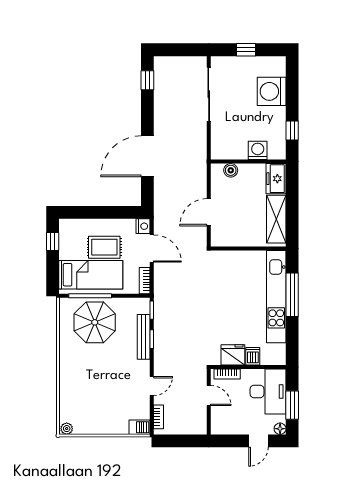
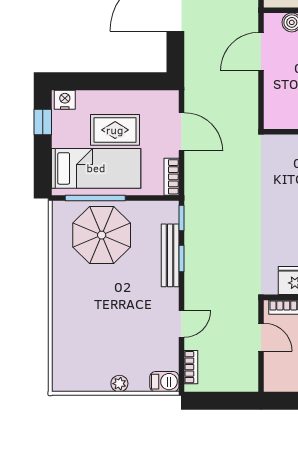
door: (209, 212) -> (261, 51), moved
nightstand: (143, 226) -> (65, 100), moved, turned -90
plant: (67, 429) -> (119, 384), moved

